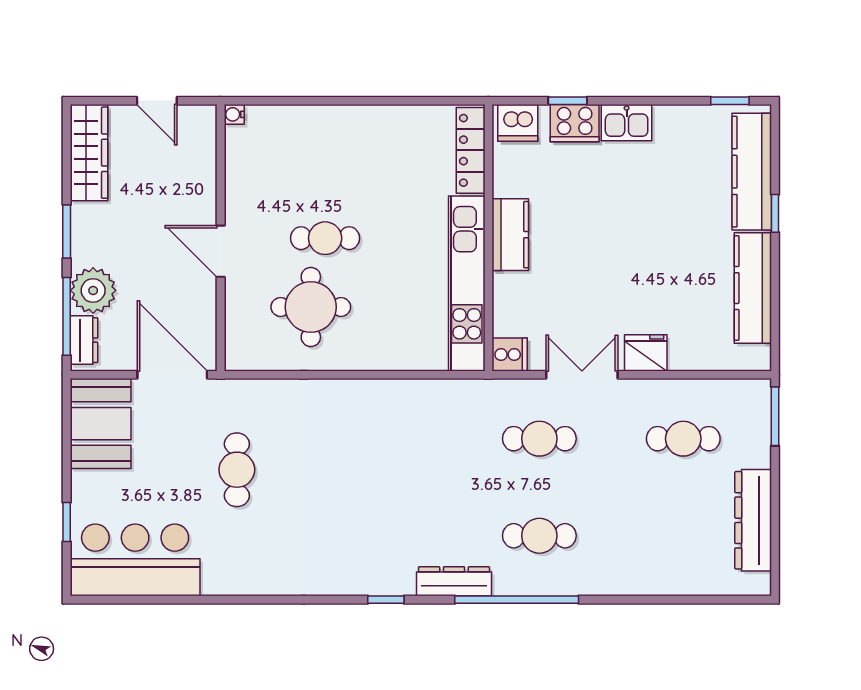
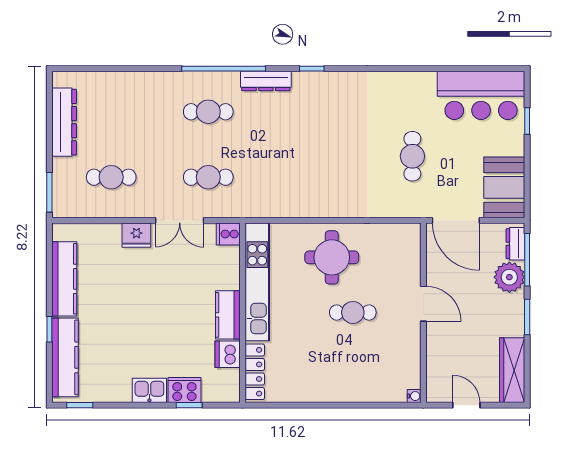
dishwasher: (518, 123) -> (228, 354), moved, turned -90
round table: (311, 307) -> (332, 257), moved

